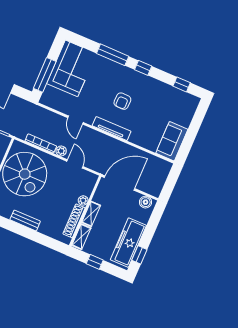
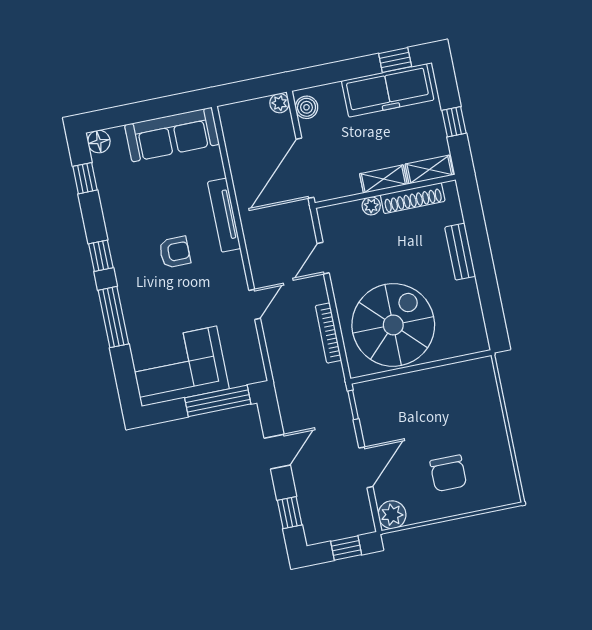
floor lamp: (193, 102) -> (99, 142), added
tv unit: (112, 129) -> (224, 215), moved
sofa: (172, 141) -> (172, 135), width x1.36
plant: (61, 151) -> (279, 103), moved
door: (120, 183) -> (305, 168), hinge flipped
bench: (25, 220) -> (460, 252), moved

